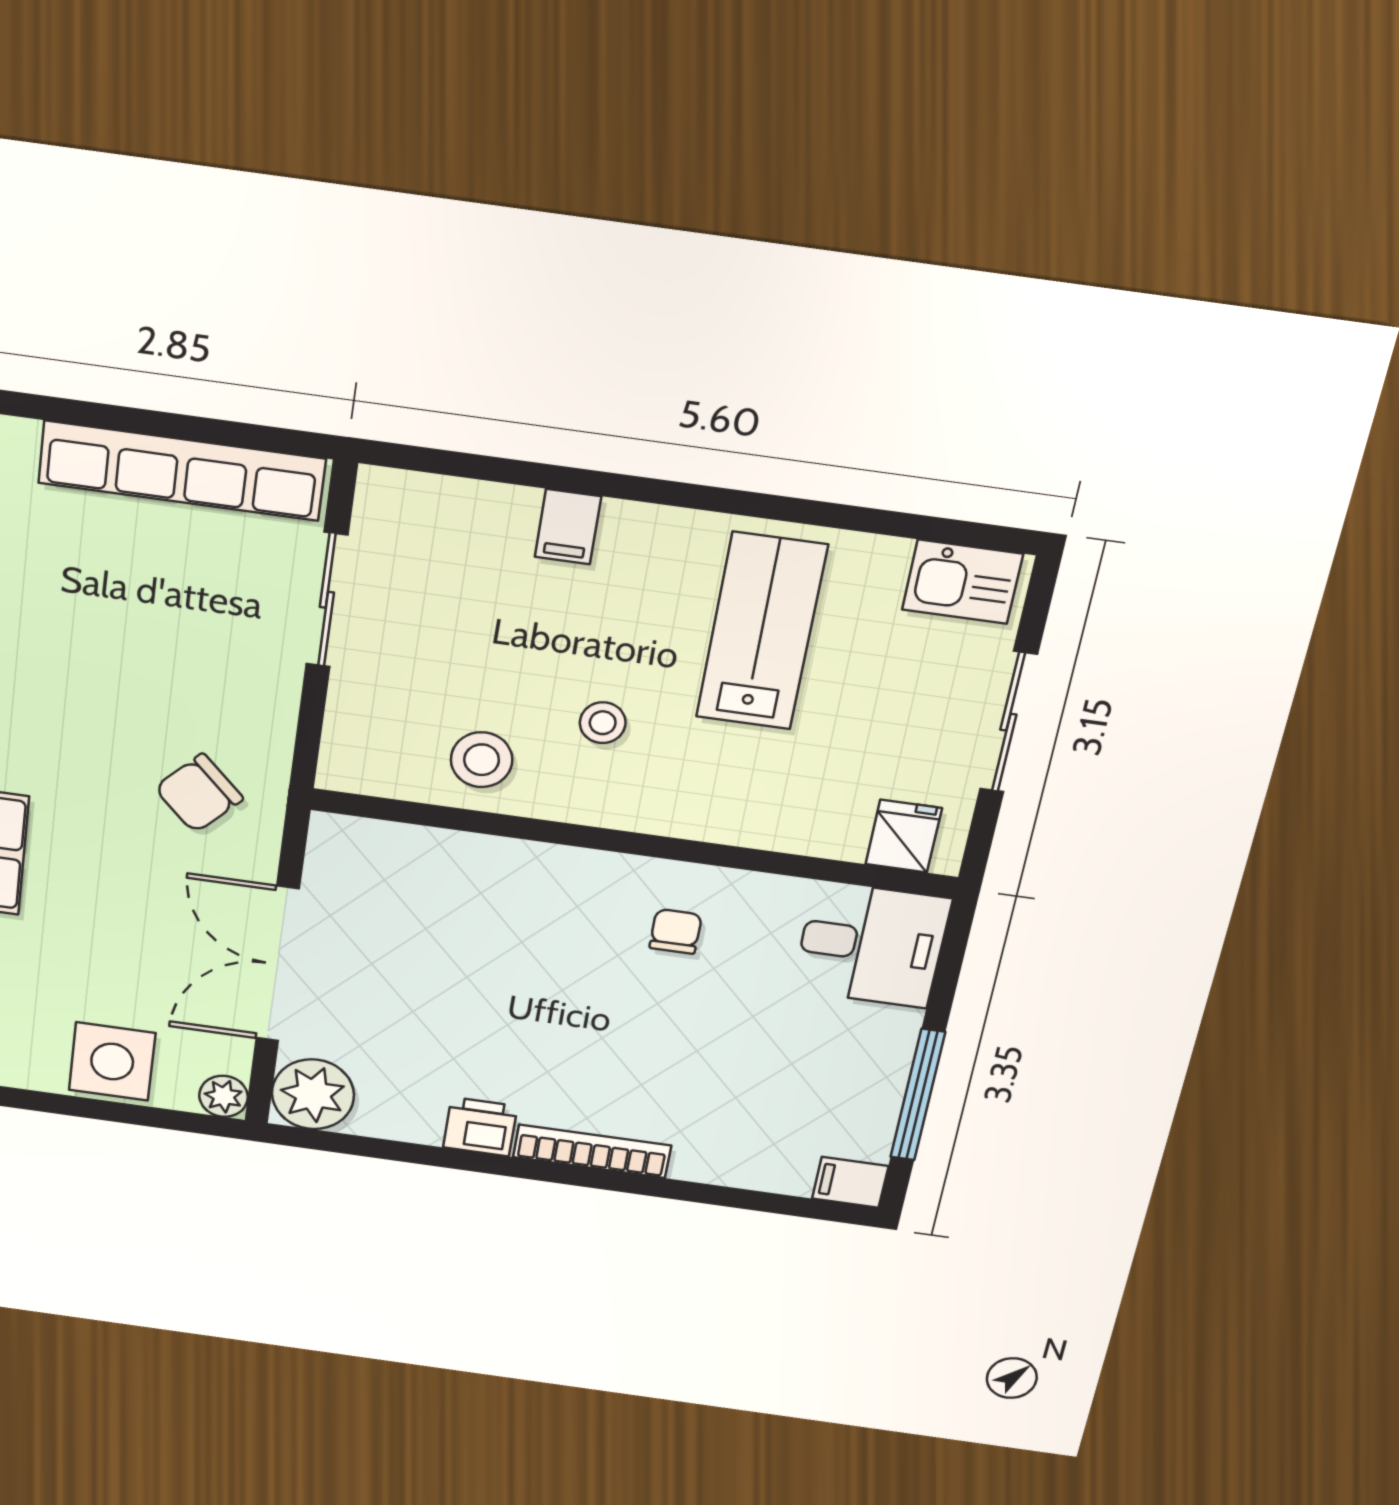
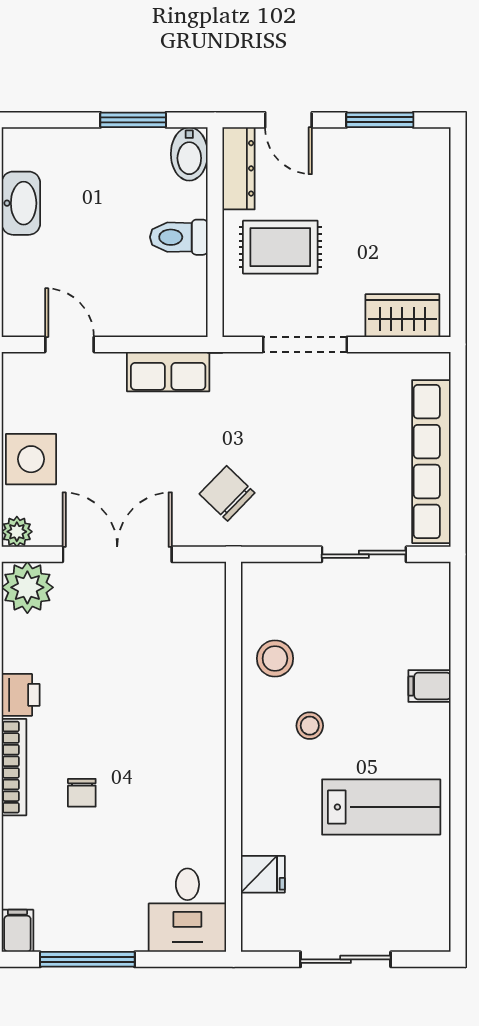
kitchen sink: (963, 582) -> (429, 915), removed
fridge: (904, 836) -> (263, 874), moved
chair: (676, 931) -> (82, 793), moved, turned 90

